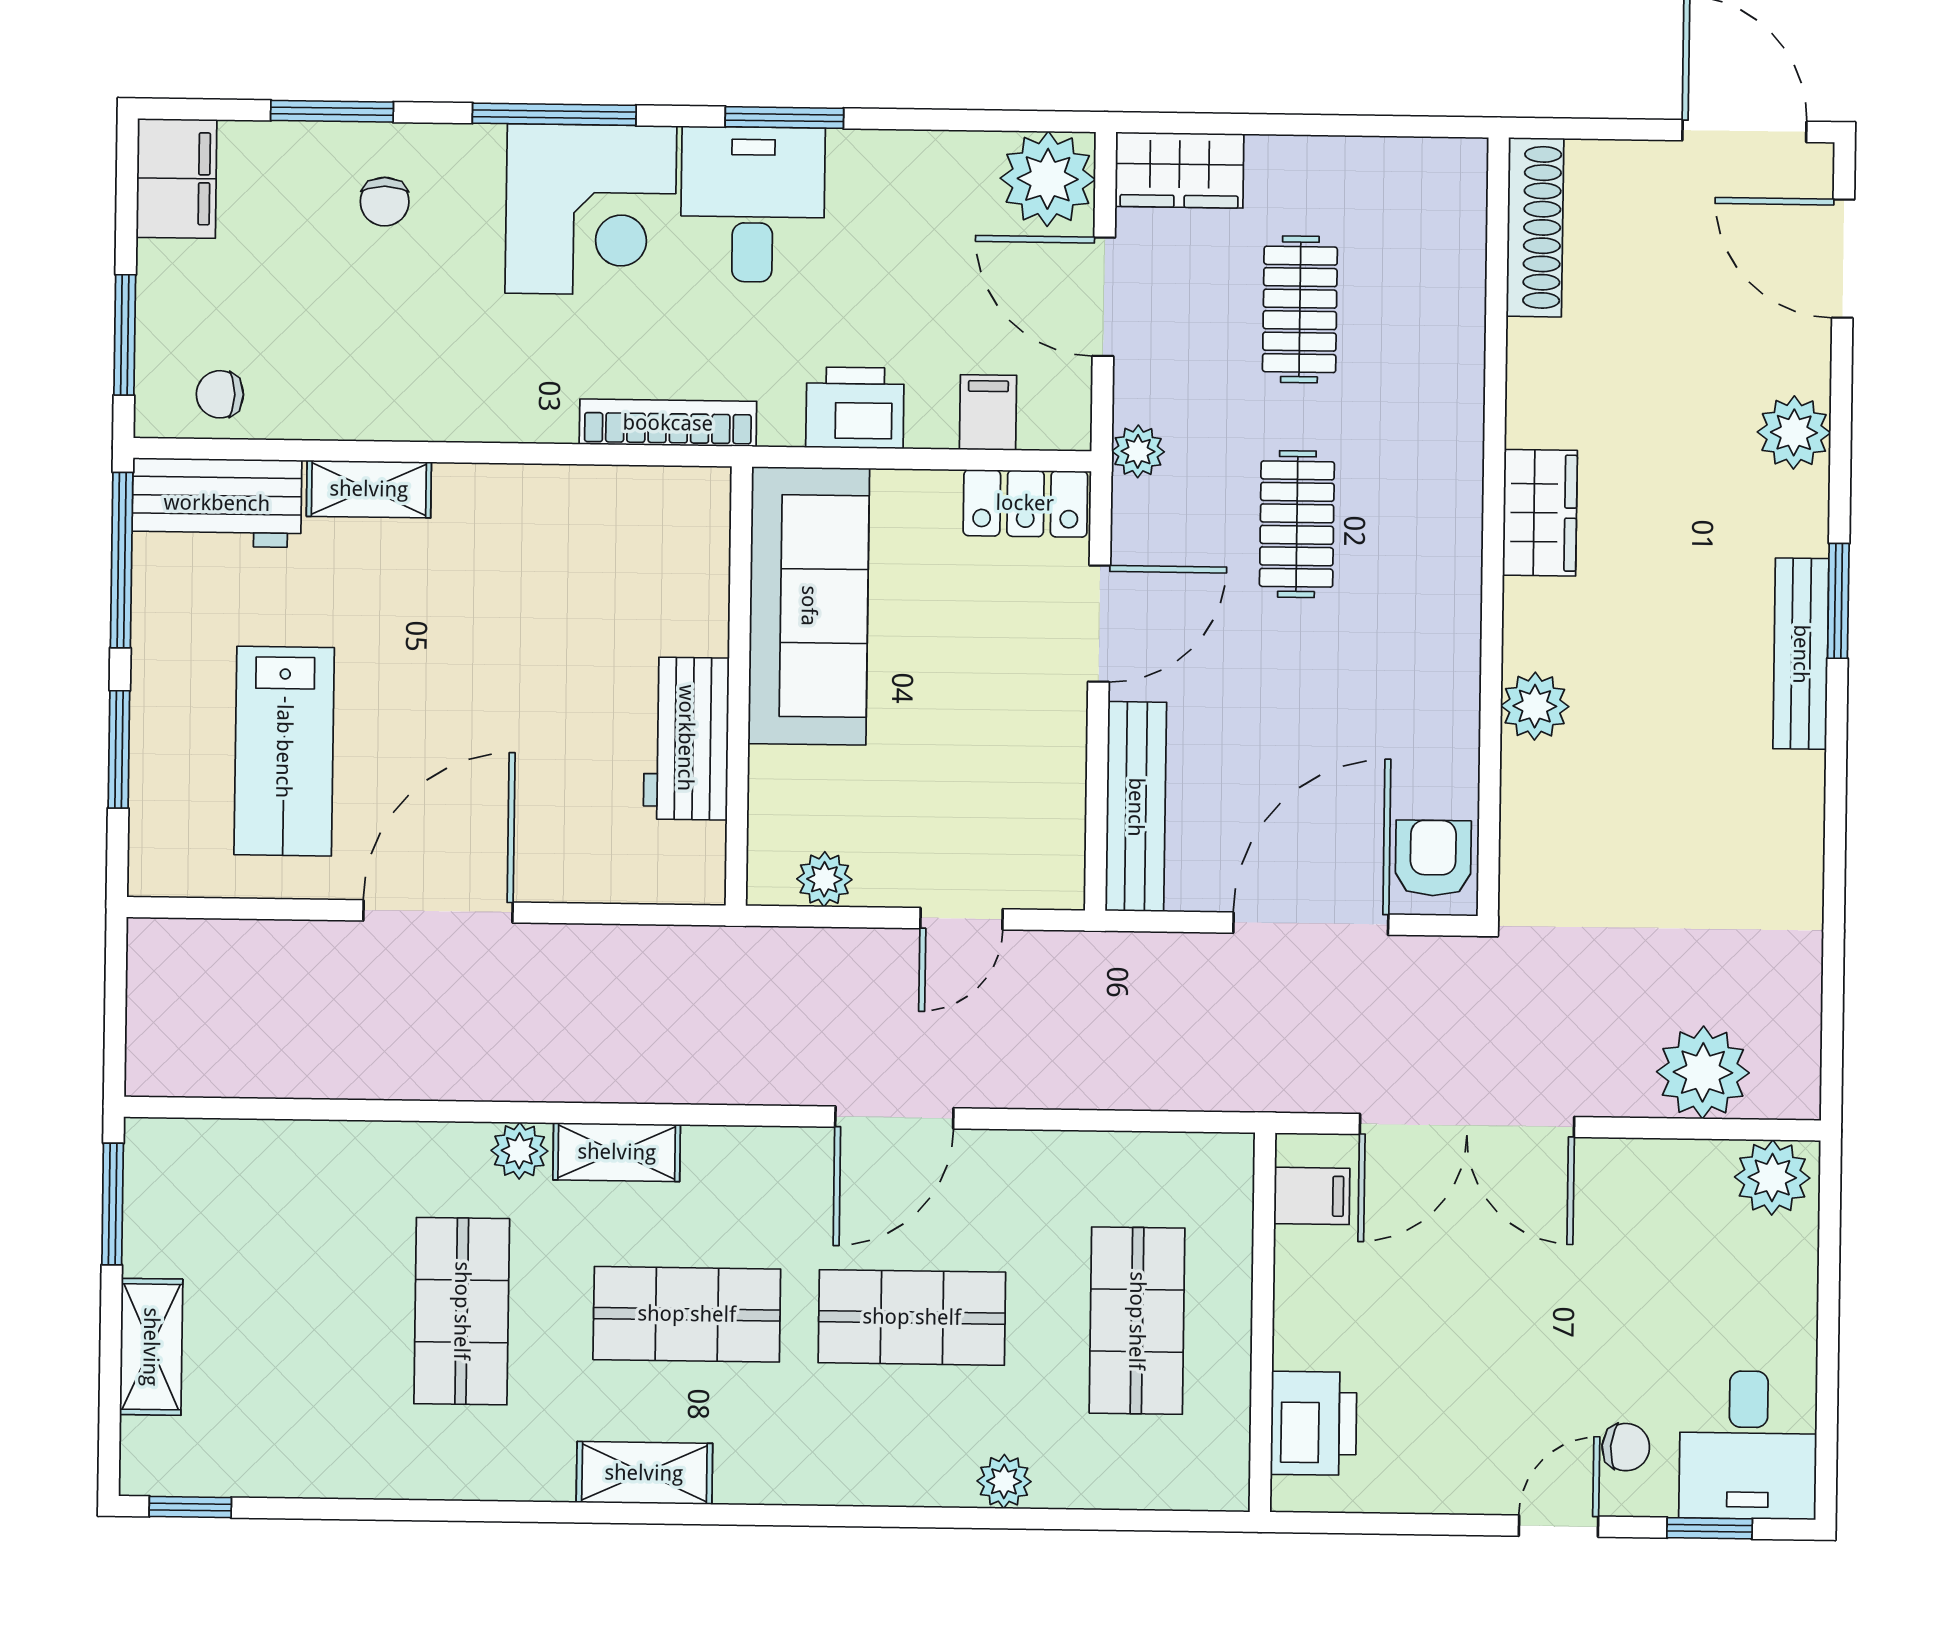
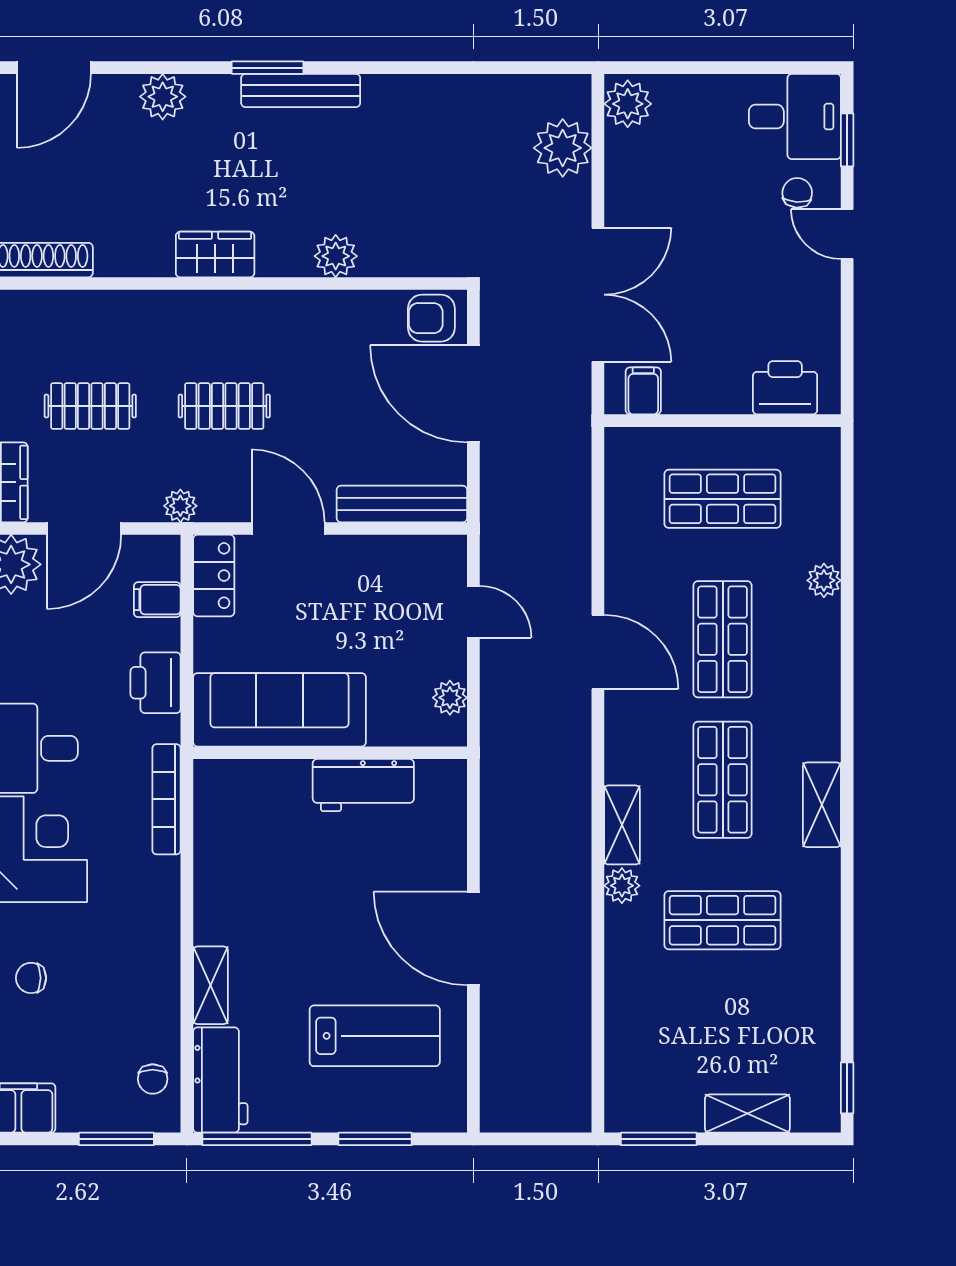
chair: (385, 202) -> (31, 978), turned 180

